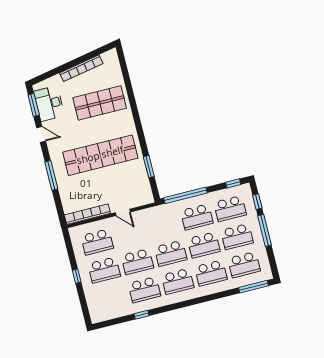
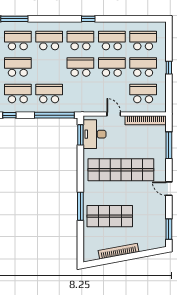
desk: (49, 104) -> (95, 134), moved, turned 180
window: (134, 106) -> (80, 206), added
door: (41, 134) -> (169, 189), moved
window: (149, 167) -> (80, 135), moved
window: (51, 175) -> (169, 145), moved
school desk: (204, 245) -> (143, 40), moved
window: (142, 315) -> (88, 19), moved

